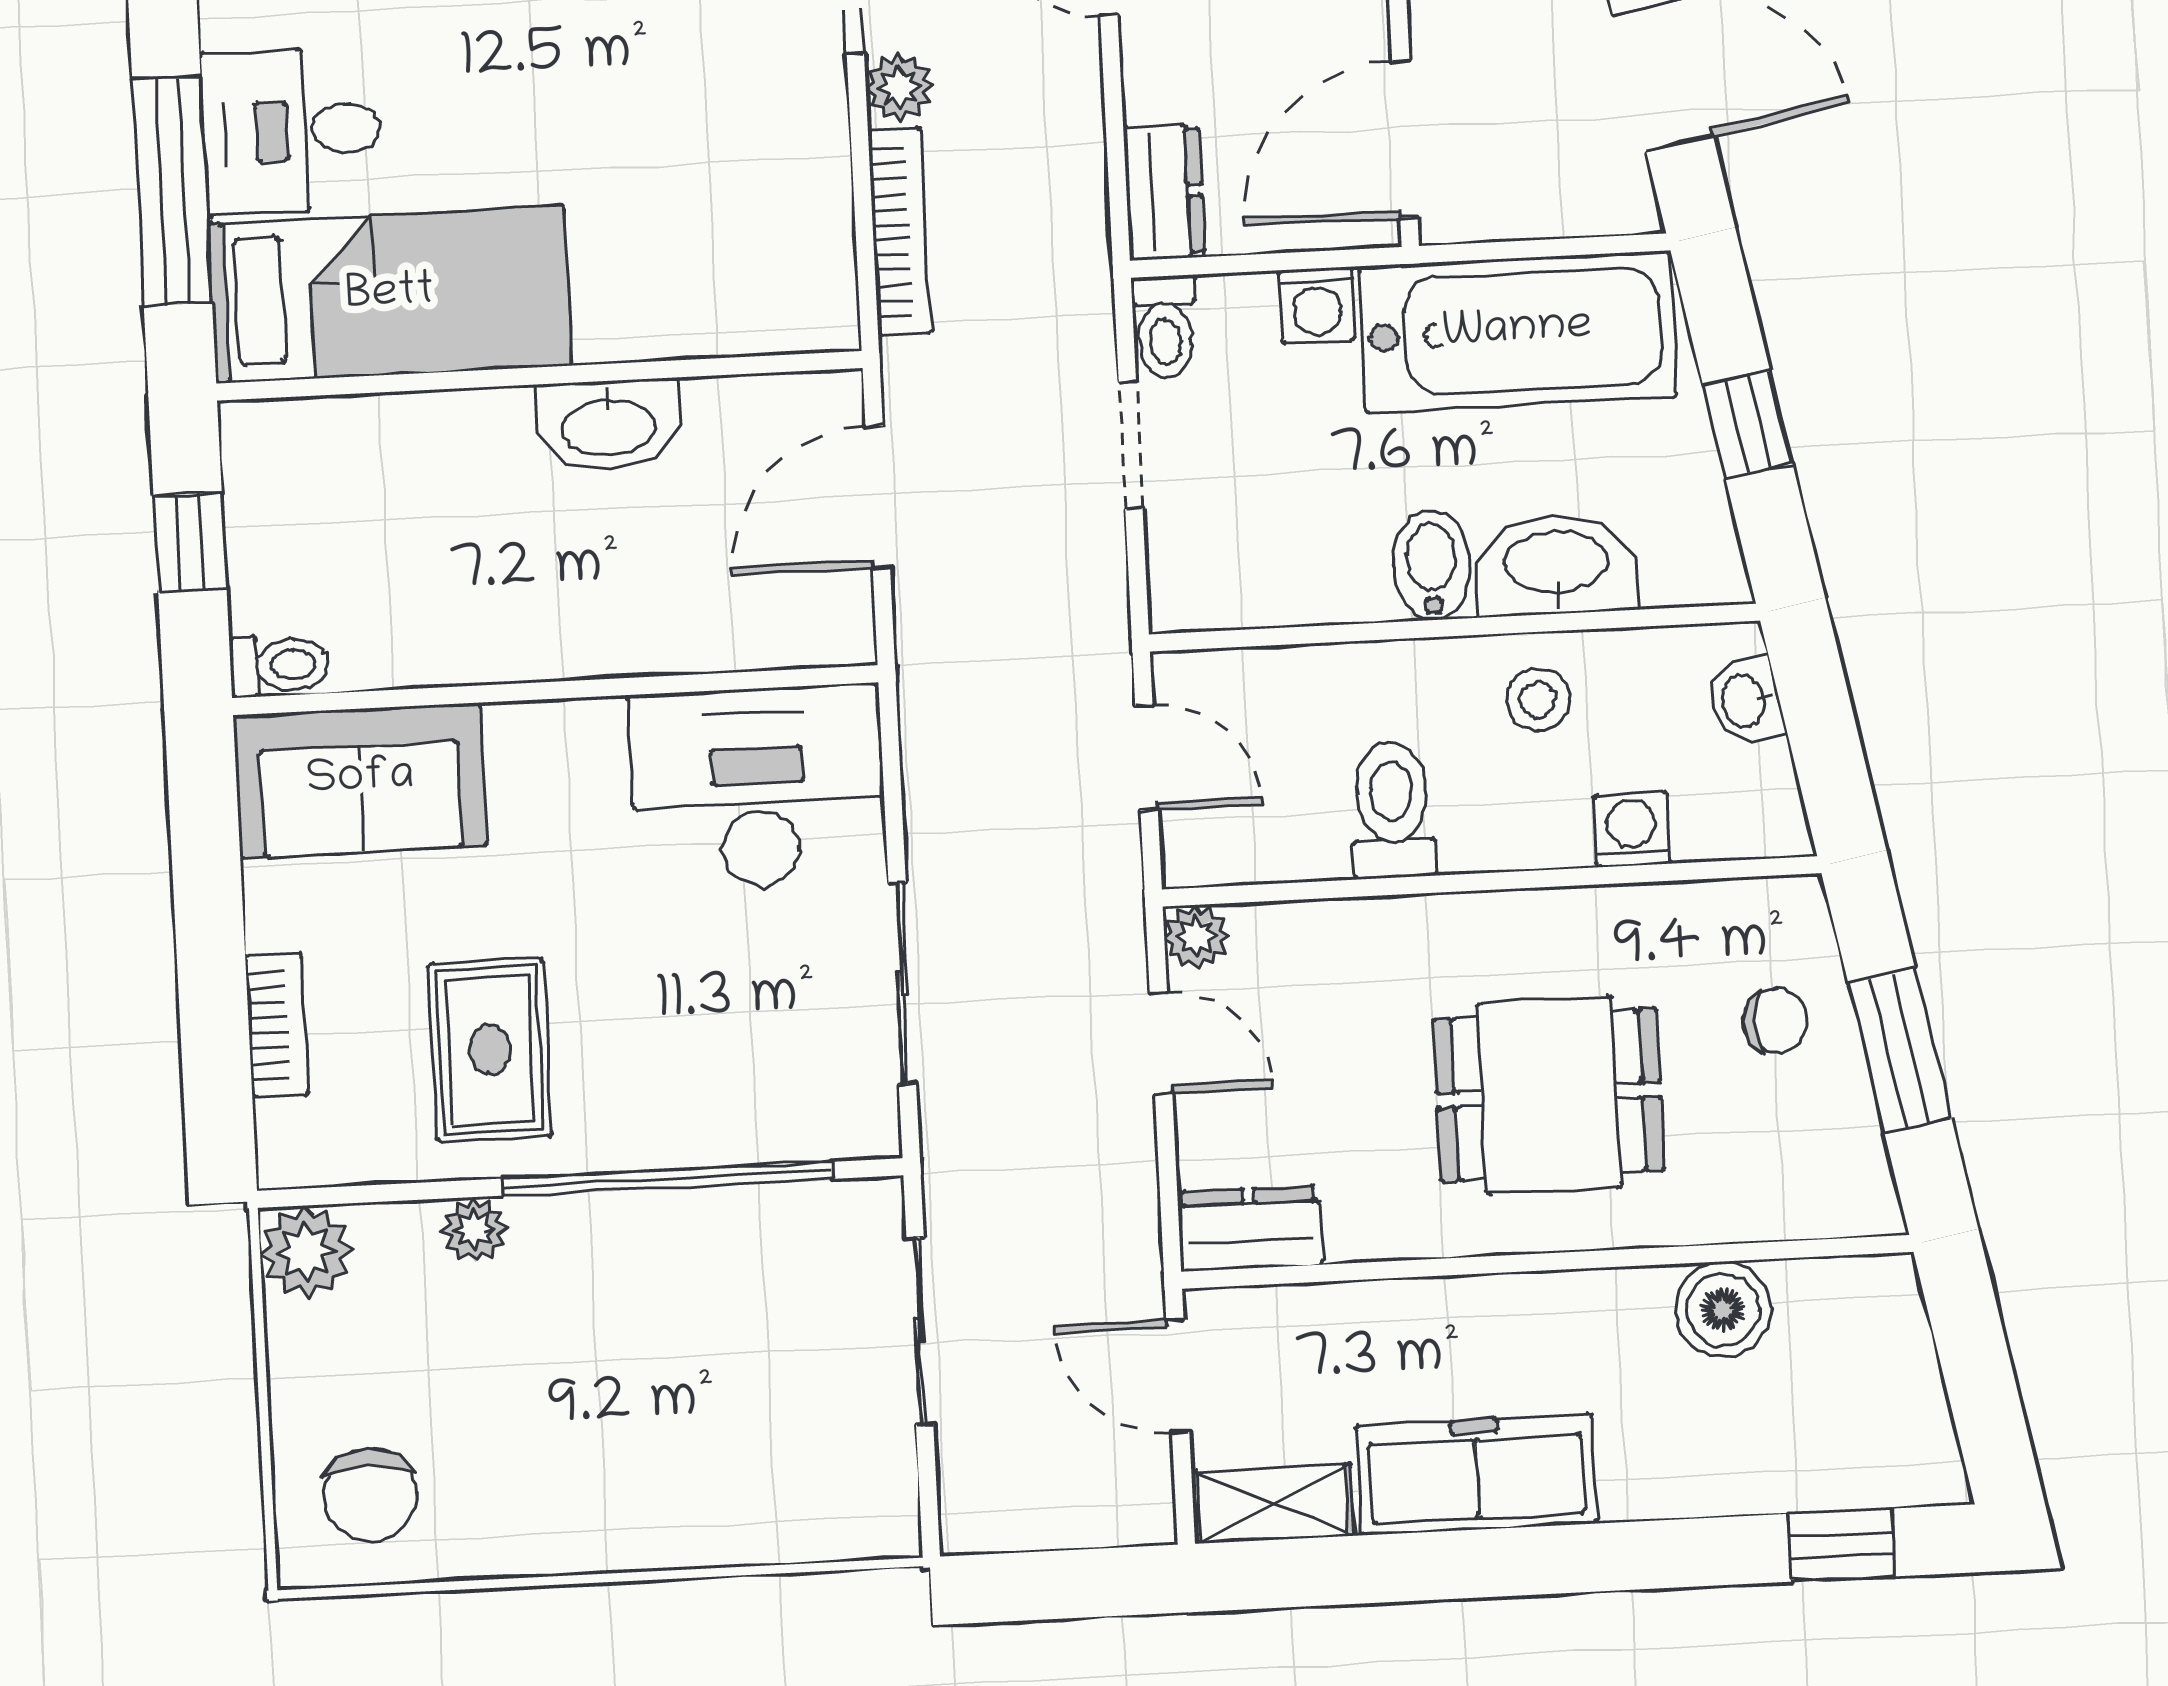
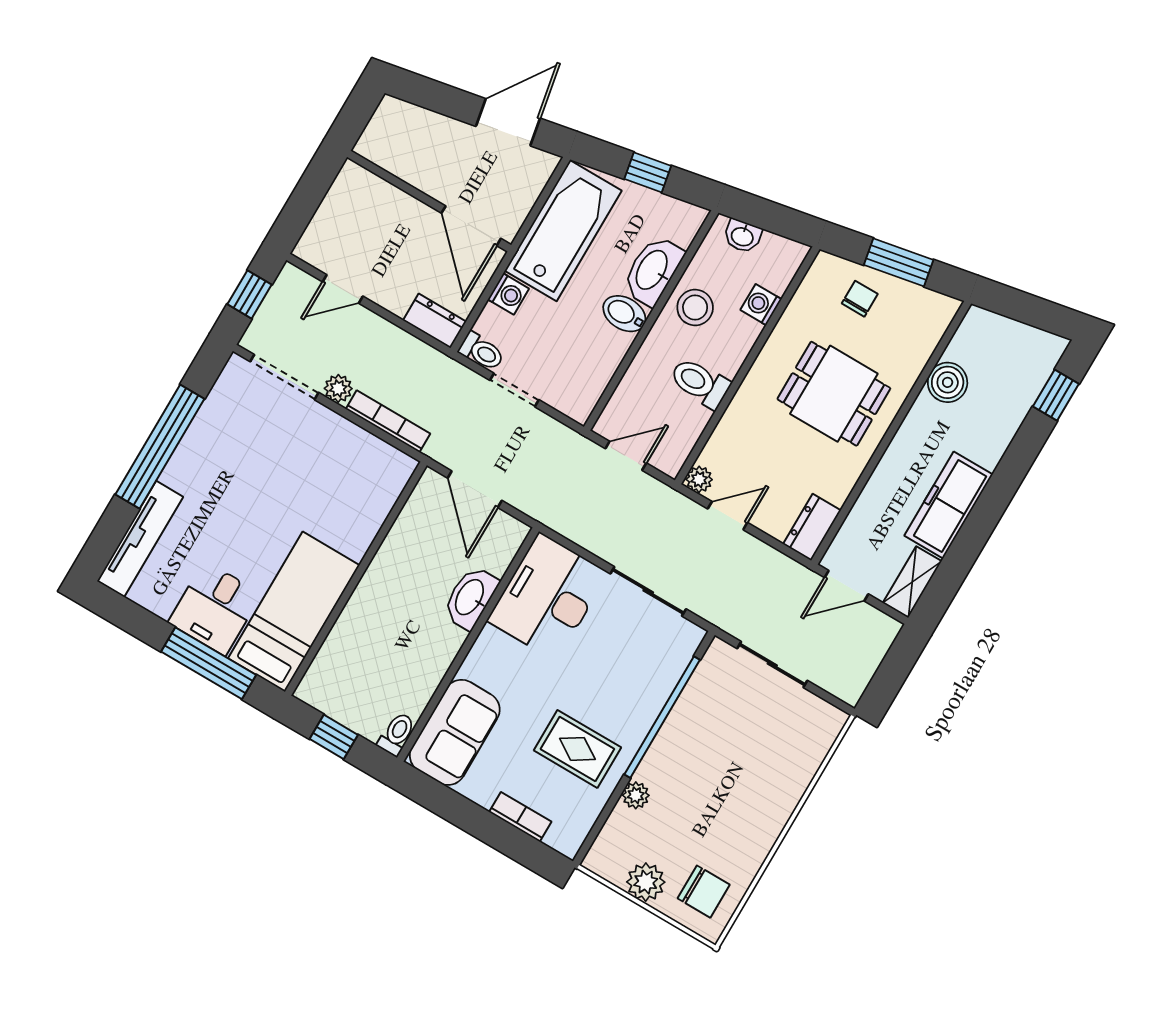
washbasin: (609, 425) -> (470, 598), moved, turned 180
stool: (1538, 700) -> (695, 308), width x1.37, depth x1.37
dining table: (1549, 1095) -> (834, 394), turned 90
plant: (307, 1252) -> (646, 882), moved

